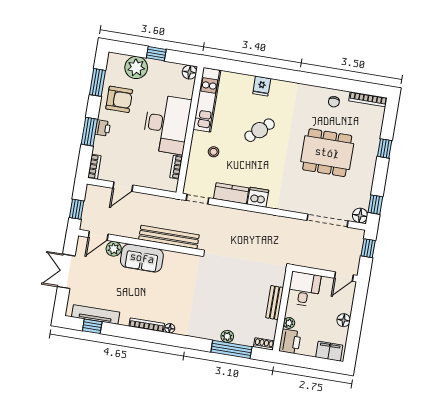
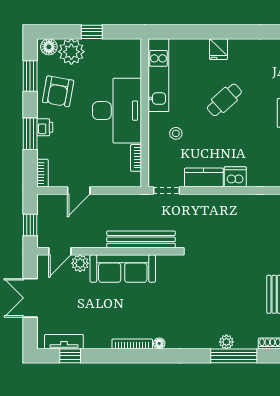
floor lamp: (189, 72) -> (49, 47), moved
armchair: (119, 99) -> (58, 91), turned 100
sofa: (142, 258) -> (123, 268), width x1.36
tv unit: (96, 314) -> (64, 342), width x0.71

